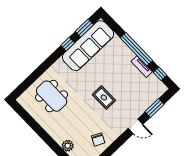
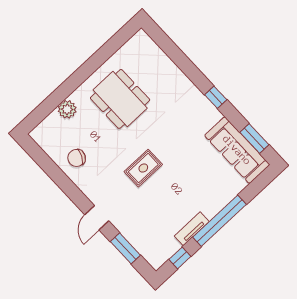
window: (68, 44) -> (216, 97), moved
sofa: (88, 46) -> (237, 150), width x0.74, depth x0.79
dining table: (52, 96) -> (120, 99), moved, turned 90

